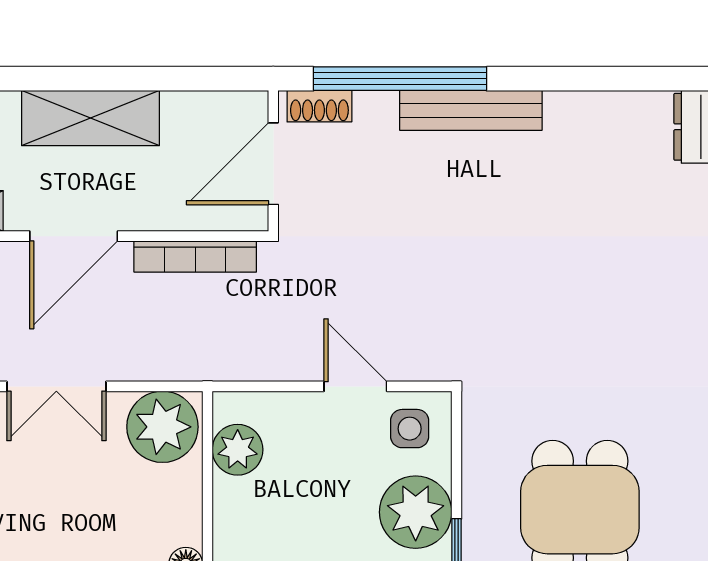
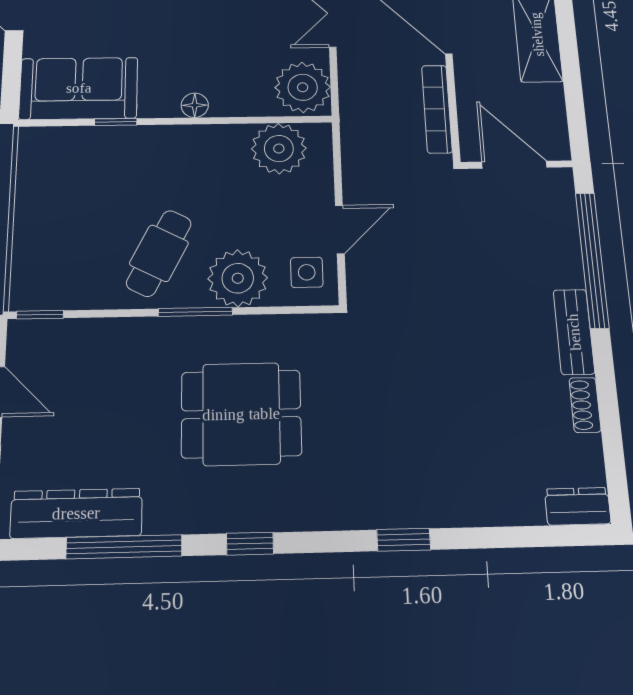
shoe rack: (319, 106) -> (585, 405), moved
bench: (471, 110) -> (574, 332), width x0.73
plant: (238, 450) -> (279, 149), width x1.36, depth x1.36

